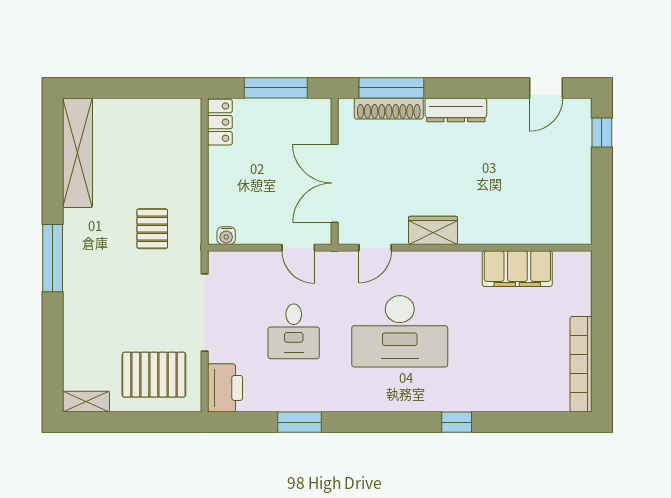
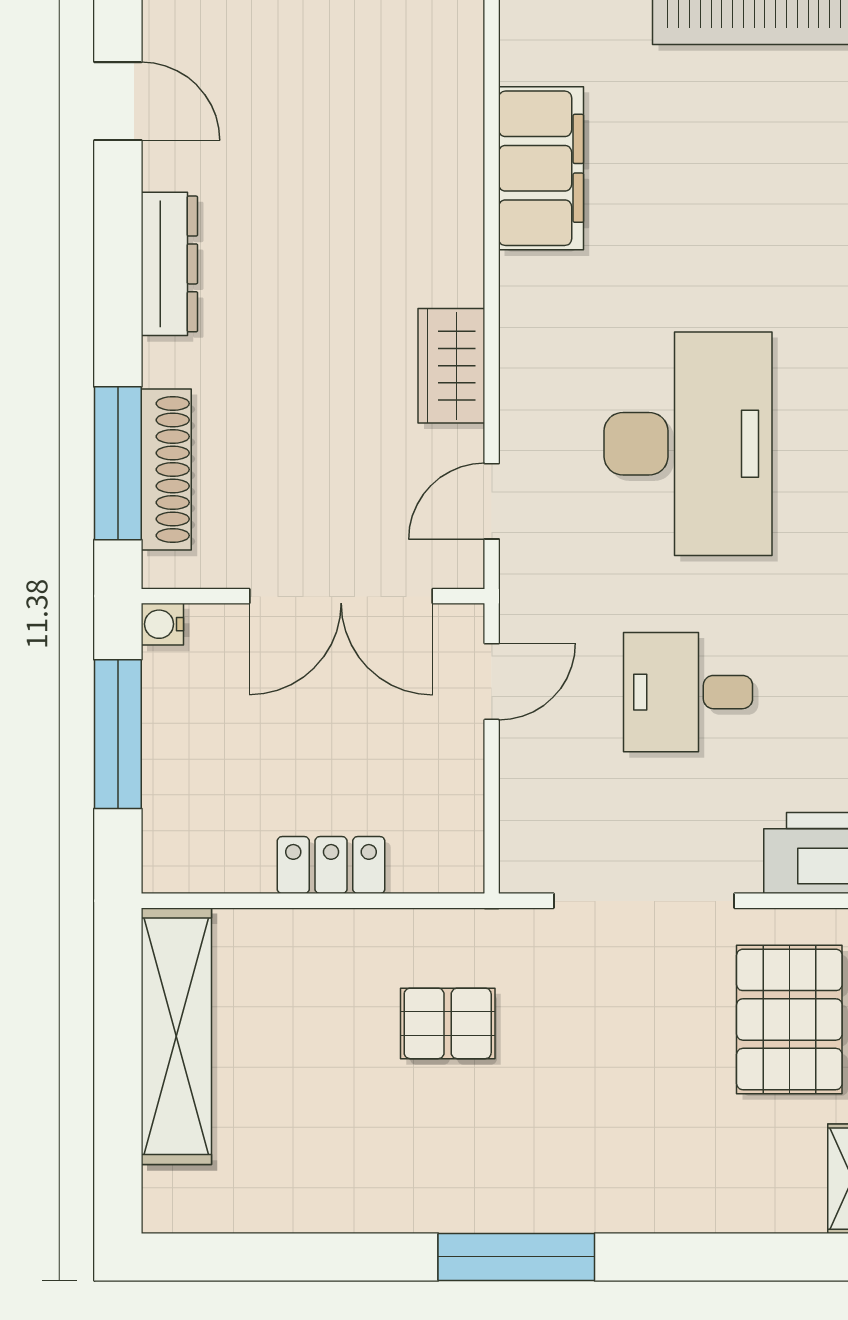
dresser: (456, 110) -> (169, 264), moved
locker: (220, 122) -> (331, 865), moved
shelving: (78, 153) -> (176, 1036), moved, turned 90
water cooler: (226, 236) -> (162, 624), moved, turned 180
door: (375, 248) -> (492, 501), swing flipped
desk: (294, 331) -> (688, 692), turned 180

